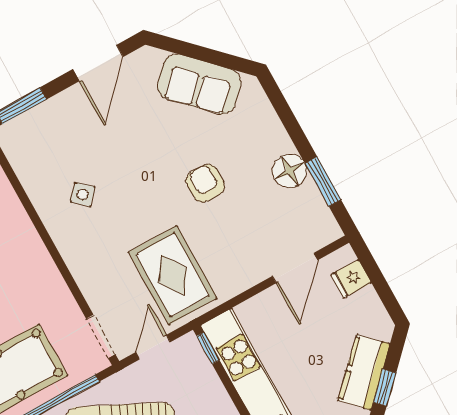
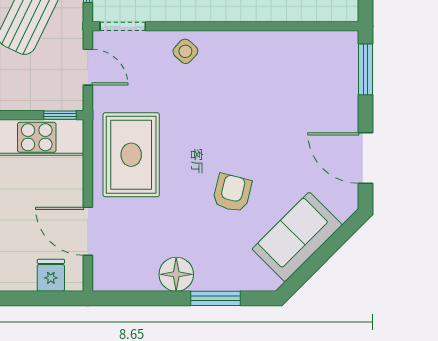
window: (323, 182) -> (215, 298), moved
armchair: (205, 183) -> (232, 193), moved, turned -76
side table: (83, 194) -> (185, 51), moved
rug: (173, 275) -> (131, 155), moved, turned 90

